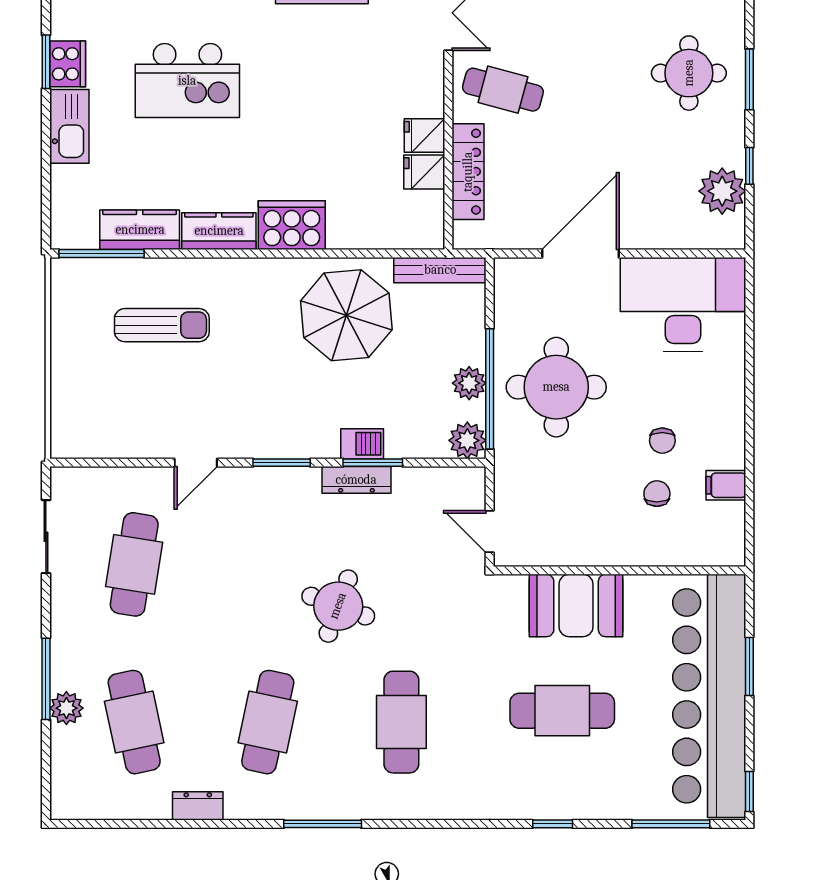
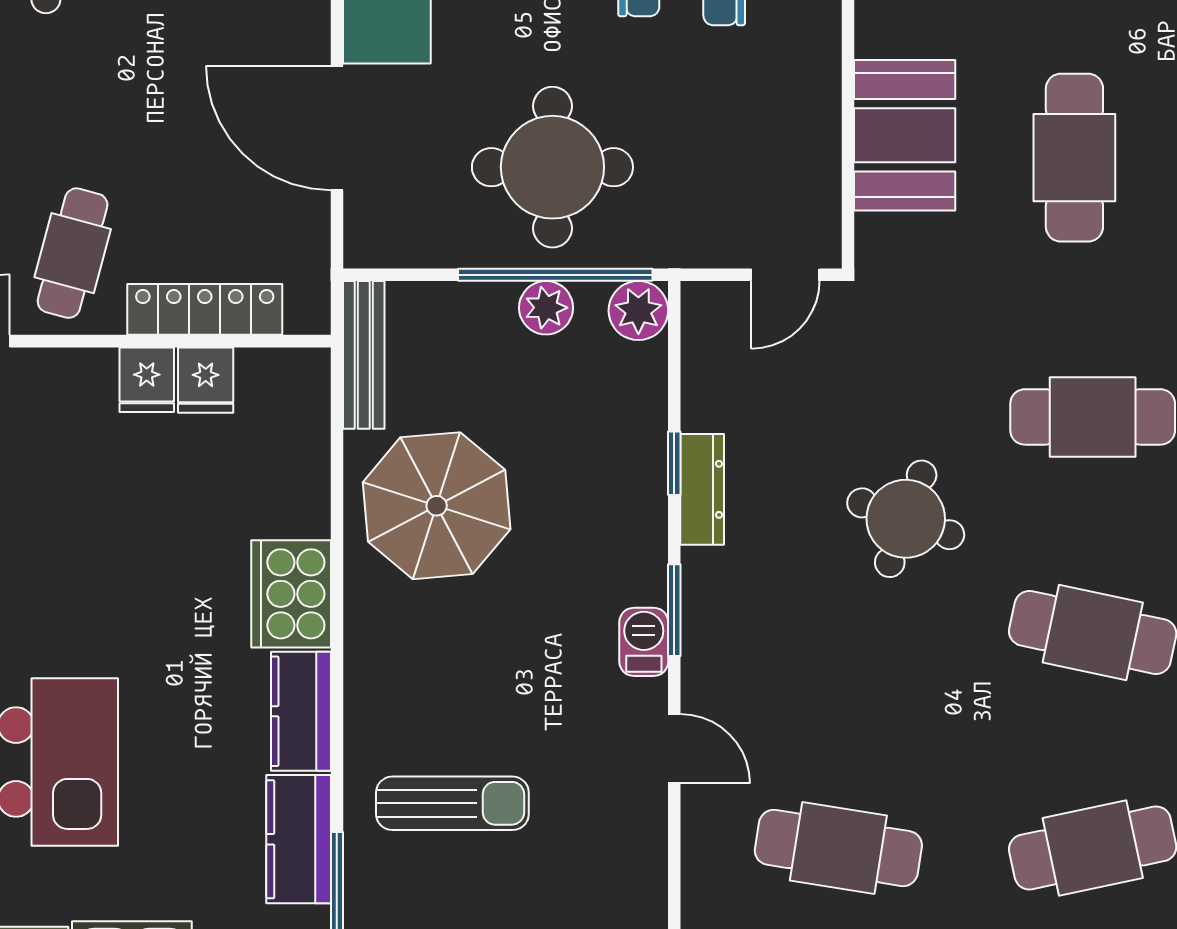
sun lounger: (162, 325) -> (452, 803), turned 90
barbecue: (362, 444) -> (644, 642), moved
window: (373, 463) -> (674, 463), width x0.67

